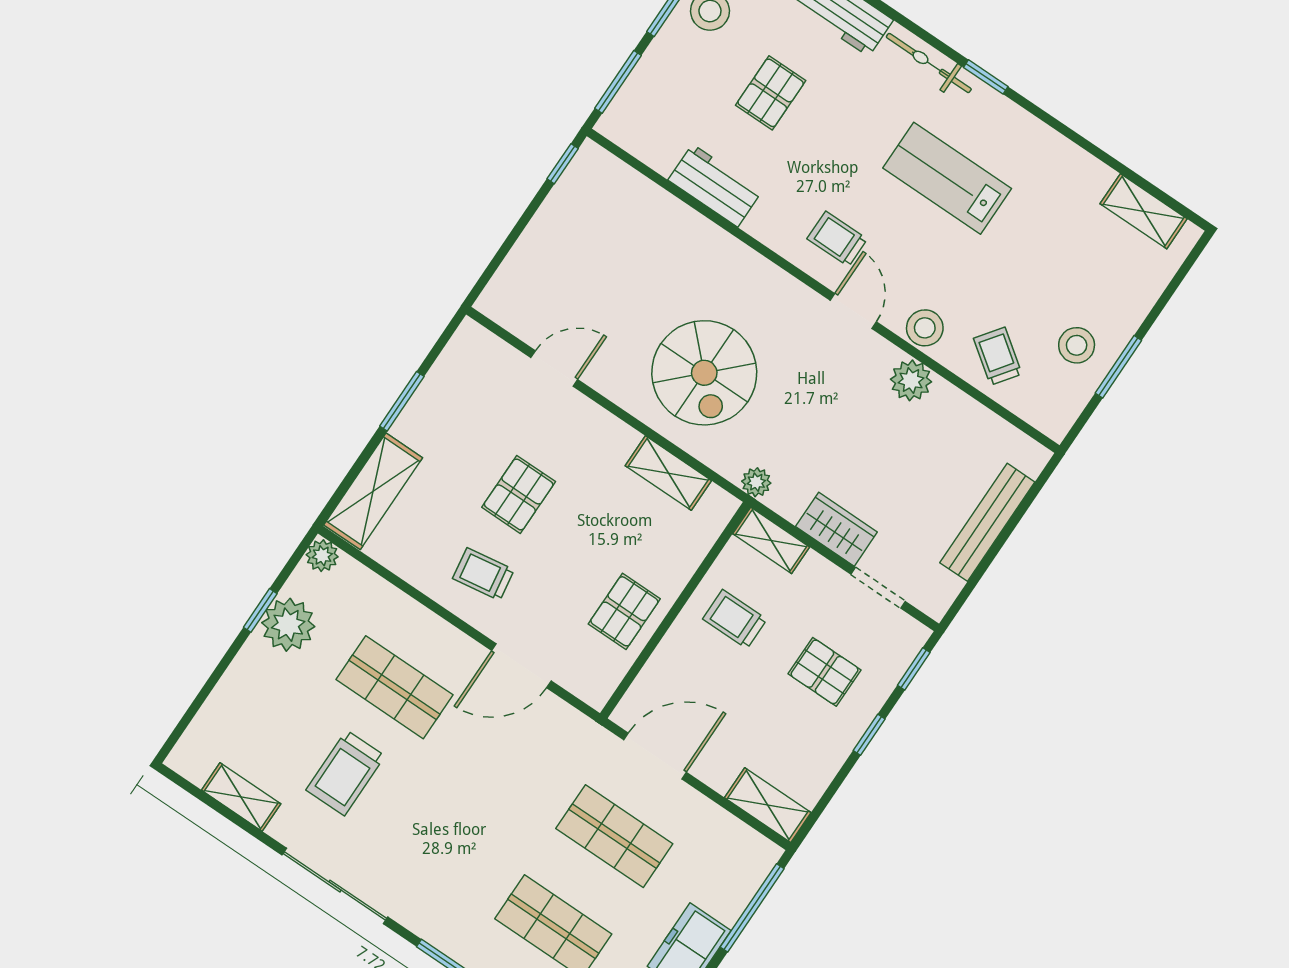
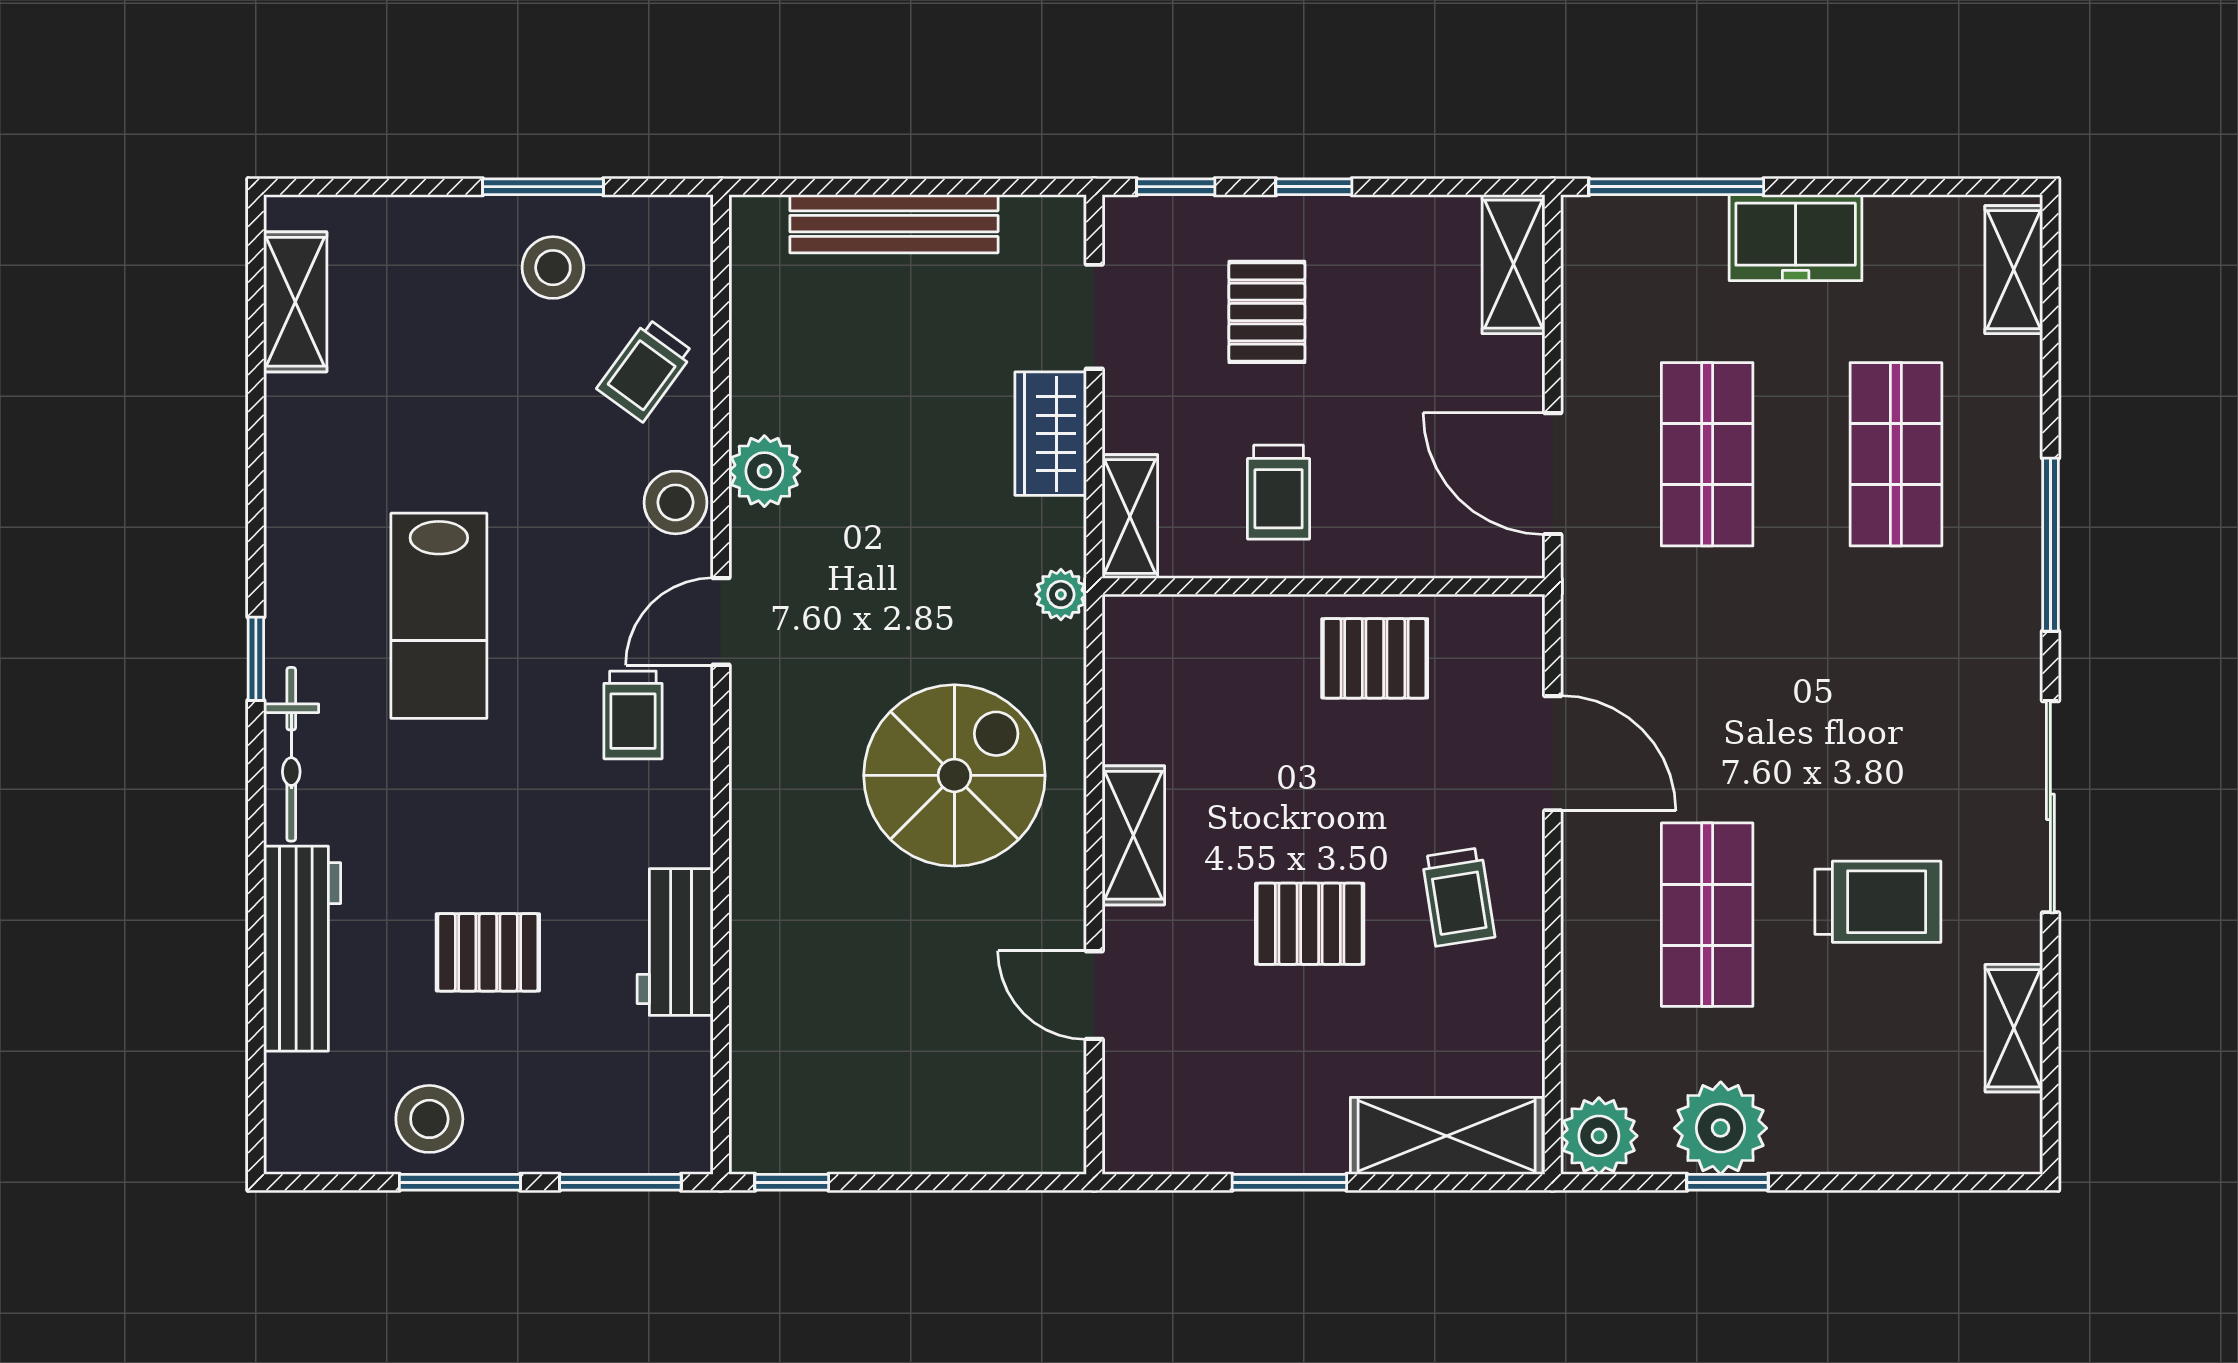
shelving: (668, 473) -> (1133, 835), moved
plant: (322, 556) -> (1599, 1136), width x1.38, depth x1.38

